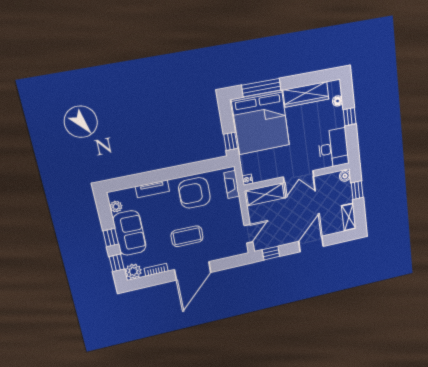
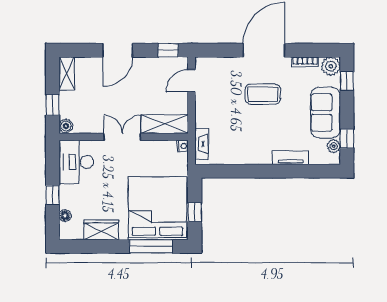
wardrobe: (306, 94) -> (101, 230), width x0.67
window: (231, 141) -> (195, 212), moved
armchair: (194, 193) -> (245, 143), removed
window: (111, 238) -> (347, 139), moved

